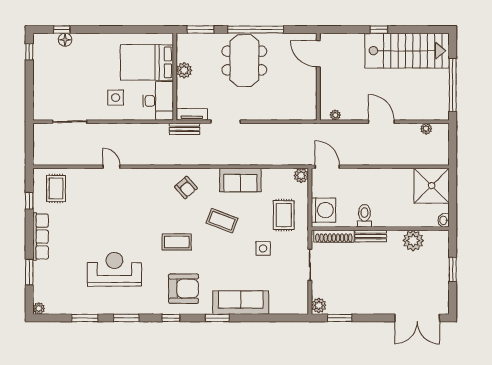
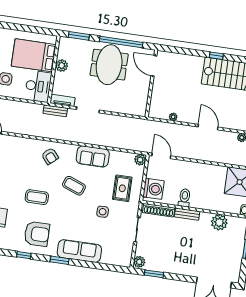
door: (318, 54) -> (154, 66), moved
wall: (318, 77) -> (151, 83), moved

